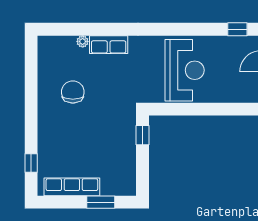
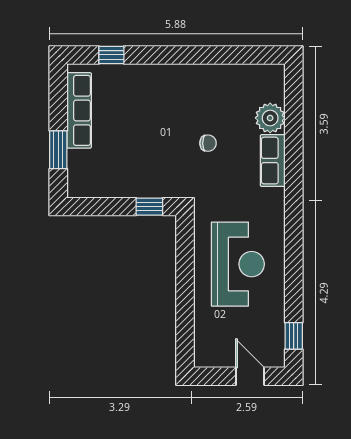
plant: (83, 41) -> (270, 118), width x1.87, depth x1.87
reception desk: (185, 70) -> (238, 264), turned -90
chair: (73, 92) -> (208, 143), moved, width x0.54, depth x0.54

